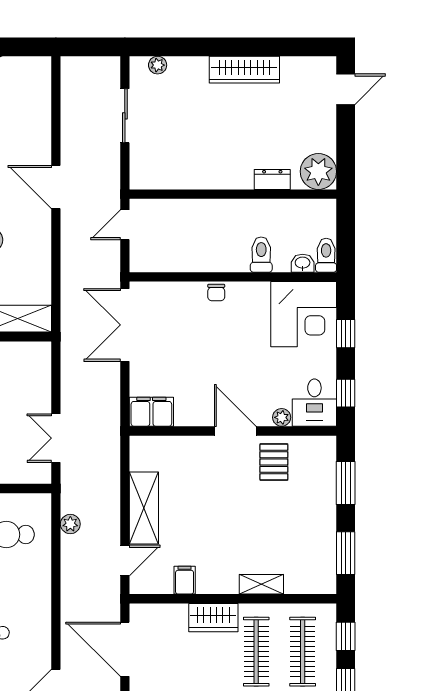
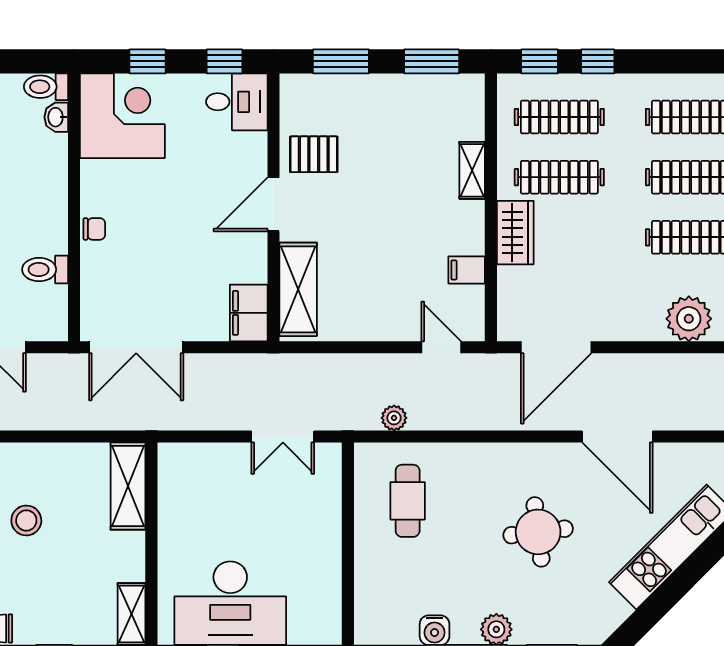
toilet: (261, 255) -> (45, 270), moved
plant: (282, 417) -> (256, 144), removed
shelving: (144, 508) -> (298, 289), moved, turned 90

